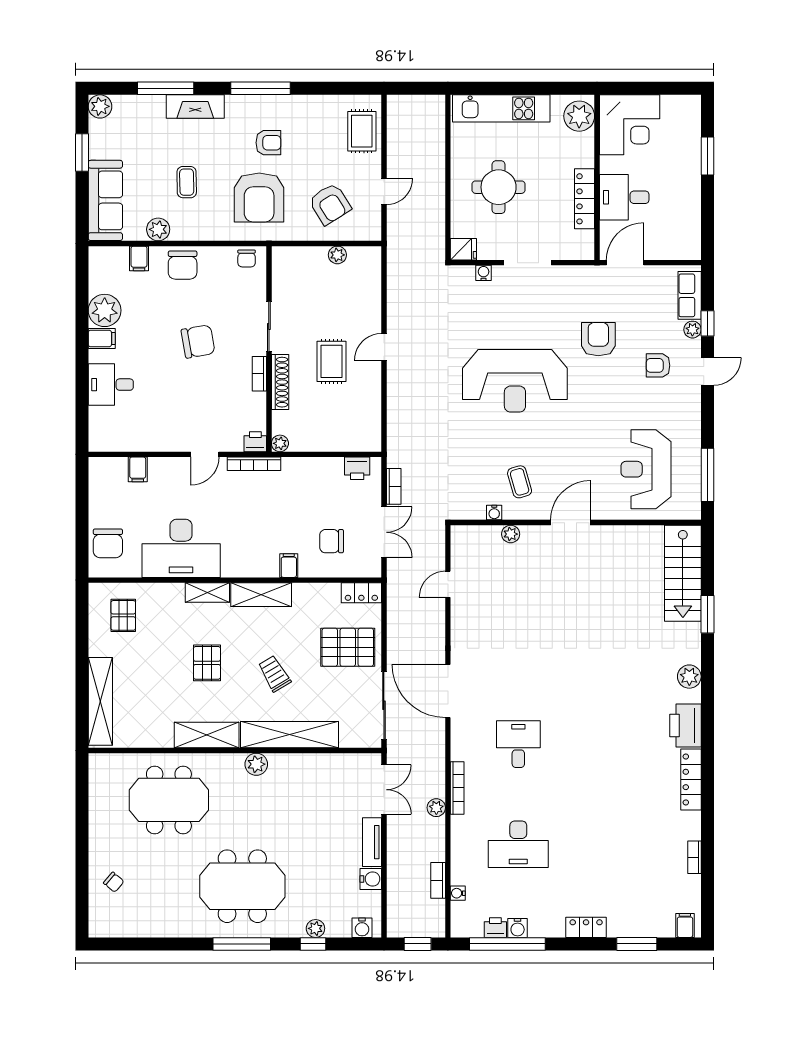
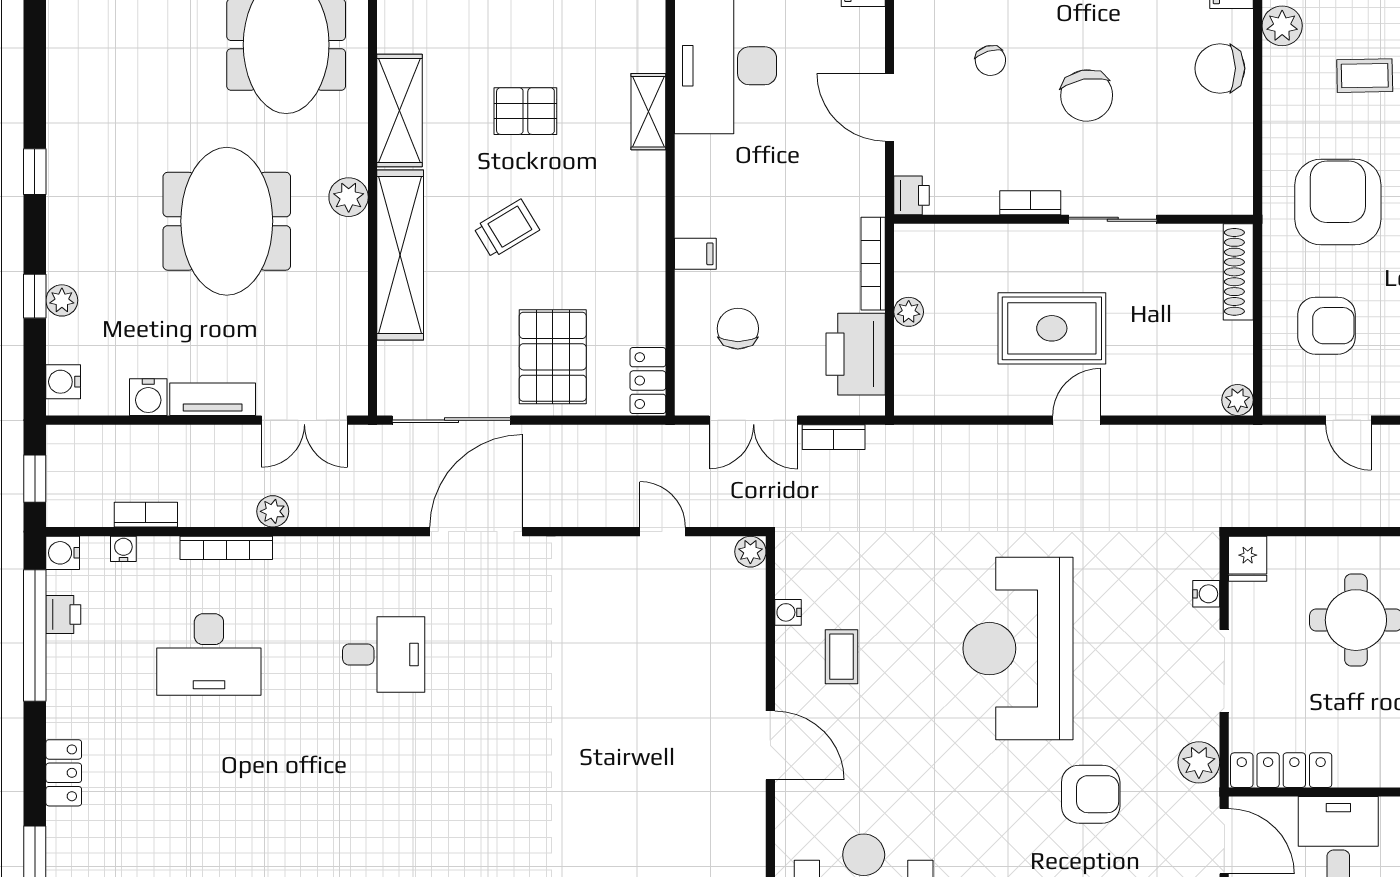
armchair: (259, 197) -> (1338, 202), turned 90
locker: (585, 199) -> (1281, 770), moved
armchair: (330, 204) -> (1327, 326), turned -148
plant: (337, 255) -> (1238, 400), moved
chair: (247, 258) -> (990, 61), moved, turned -107
plant: (580, 277) -> (1199, 762), added
door: (384, 347) -> (1077, 420), hinge flipped
rug: (331, 361) -> (1052, 328), width x1.36, depth x1.43
shoe rack: (280, 382) -> (1238, 272), moved, turned 90
plant: (280, 443) -> (909, 312), moved
door: (205, 454) -> (889, 107), width x1.38
bookcase: (254, 464) -> (873, 264), moved
printer: (357, 468) -> (856, 354), width x1.87, depth x1.48
coffee table: (520, 482) -> (841, 657), turned -74
plant: (511, 534) -> (750, 552), moved
shelving: (261, 595) -> (645, 206), removed
bookcase: (457, 788) -> (226, 548), moved
desk: (518, 844) -> (209, 655), turned -90
meeting table: (242, 886) -> (227, 221), moved
water cooler: (518, 928) -> (63, 553), moved
window: (242, 944) -> (35, 172), width x0.46

